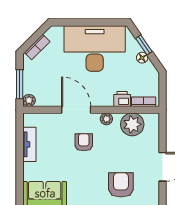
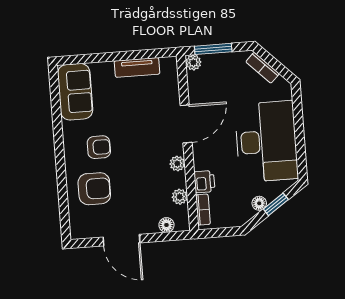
plant: (132, 124) -> (180, 197), width x0.53, depth x0.53
floor lamp: (153, 131) -> (166, 225), added
armchair: (84, 142) -> (99, 147), moved

